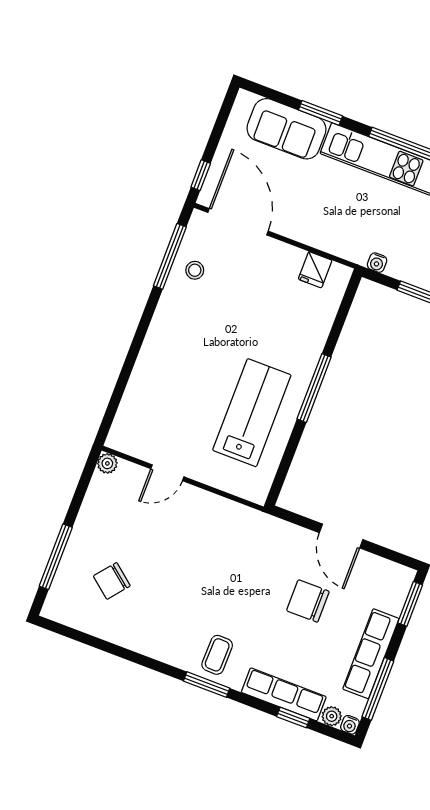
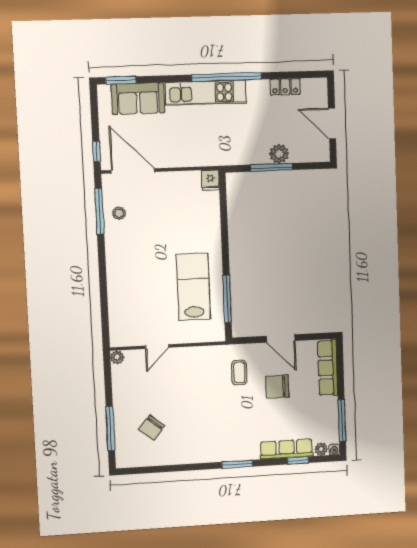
window: (321, 113) -> (121, 80), moved
water cooler: (377, 263) -> (231, 160), removed
fridge: (315, 270) -> (210, 180), moved
window: (314, 388) -> (227, 299), moved
window: (410, 604) -> (340, 361), removed
row of seats: (371, 654) -> (328, 368), moved
coffee table: (217, 655) -> (239, 373), moved

